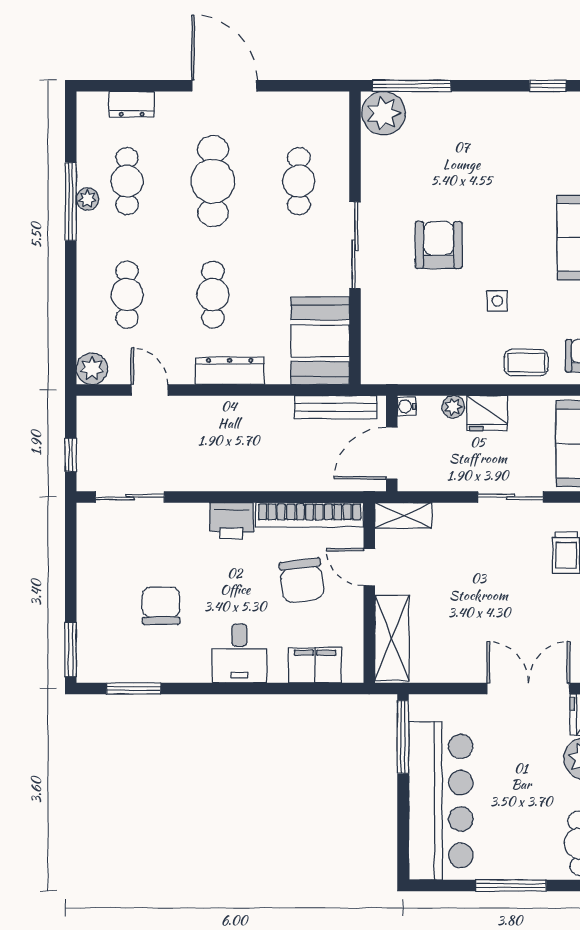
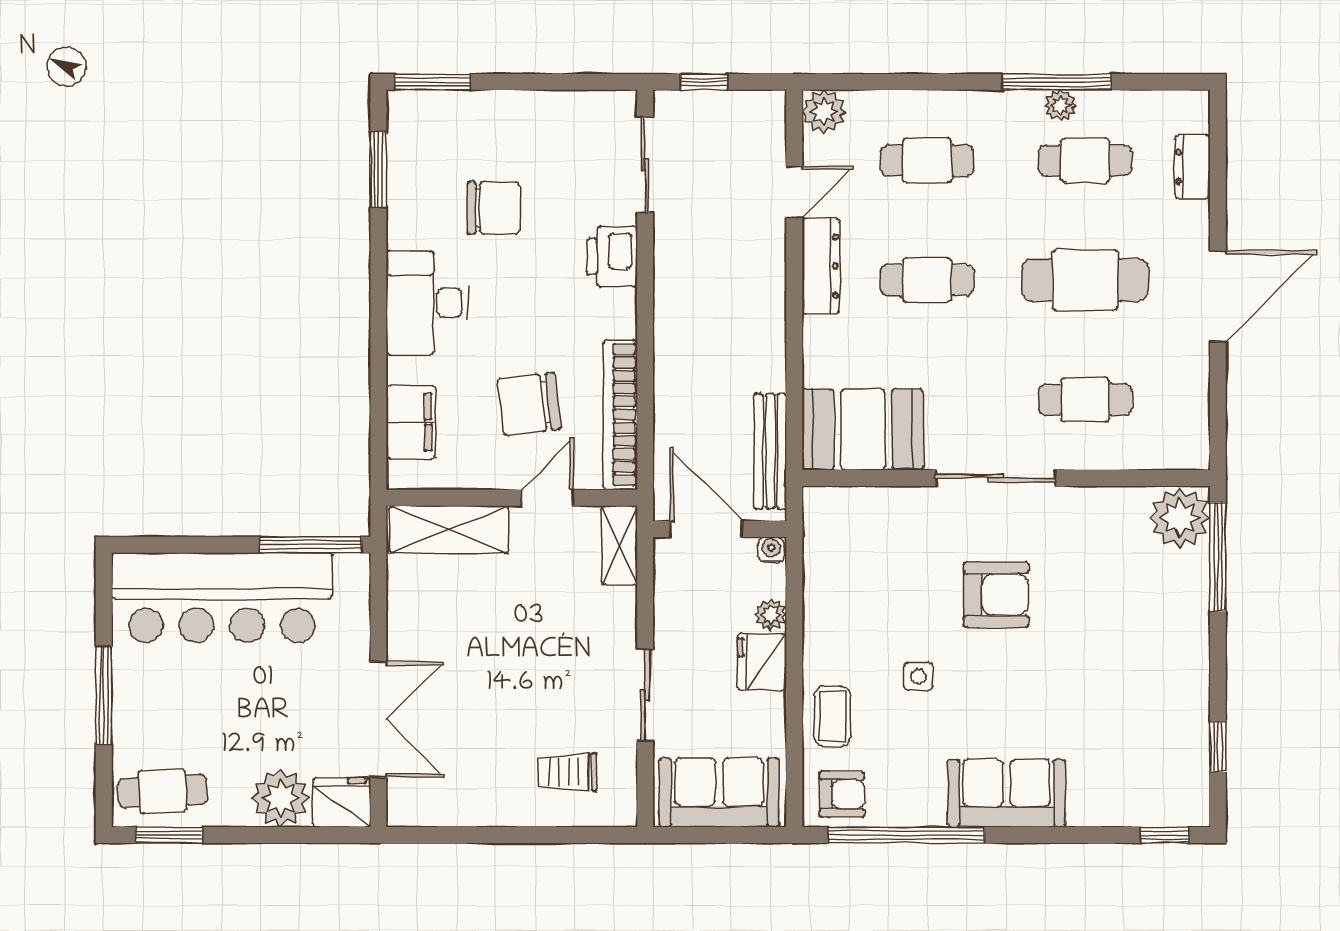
dresser: (230, 371) -> (821, 266), moved
printer: (232, 521) -> (612, 257), moved
desk: (239, 653) -> (427, 303), width x1.37

